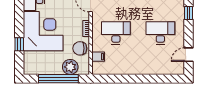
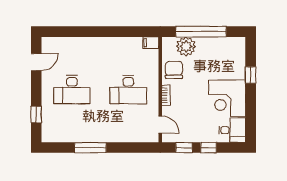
corner desk: (43, 31) -> (227, 98), width x0.74, depth x0.74
chair: (80, 48) -> (174, 70), turned -90
filing cabinet: (98, 57) -> (151, 43), moved

